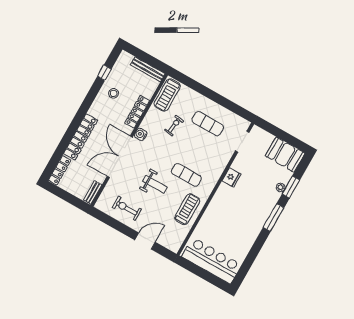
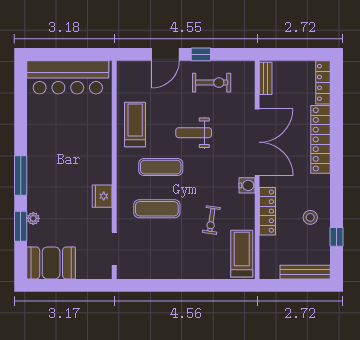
bench: (148, 69) -> (305, 272), moved
exercise mat: (208, 124) -> (157, 209), moved
treadmill: (187, 209) -> (135, 125), turned 180
window: (124, 229) -> (201, 54), added

